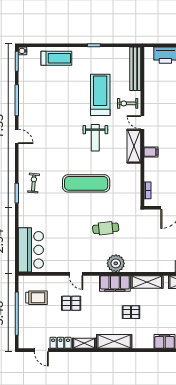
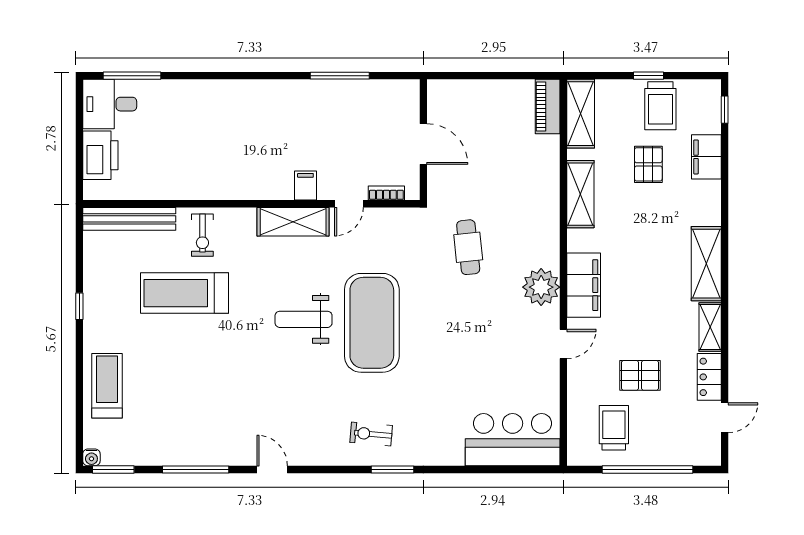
door: (142, 122) -> (349, 204), moved
door: (17, 136) -> (272, 469), hinge flipped
weight bench: (95, 138) -> (304, 319), moved, turned 180
exercise mat: (86, 183) -> (372, 323), width x1.47
cafe table: (106, 228) -> (468, 247), moved
plant: (116, 263) -> (541, 287), moved
filing cabinet: (115, 283) -> (584, 285), moved
pallet: (71, 303) -> (640, 375), moved, turned 90
pallet: (131, 312) -> (648, 164), moved

